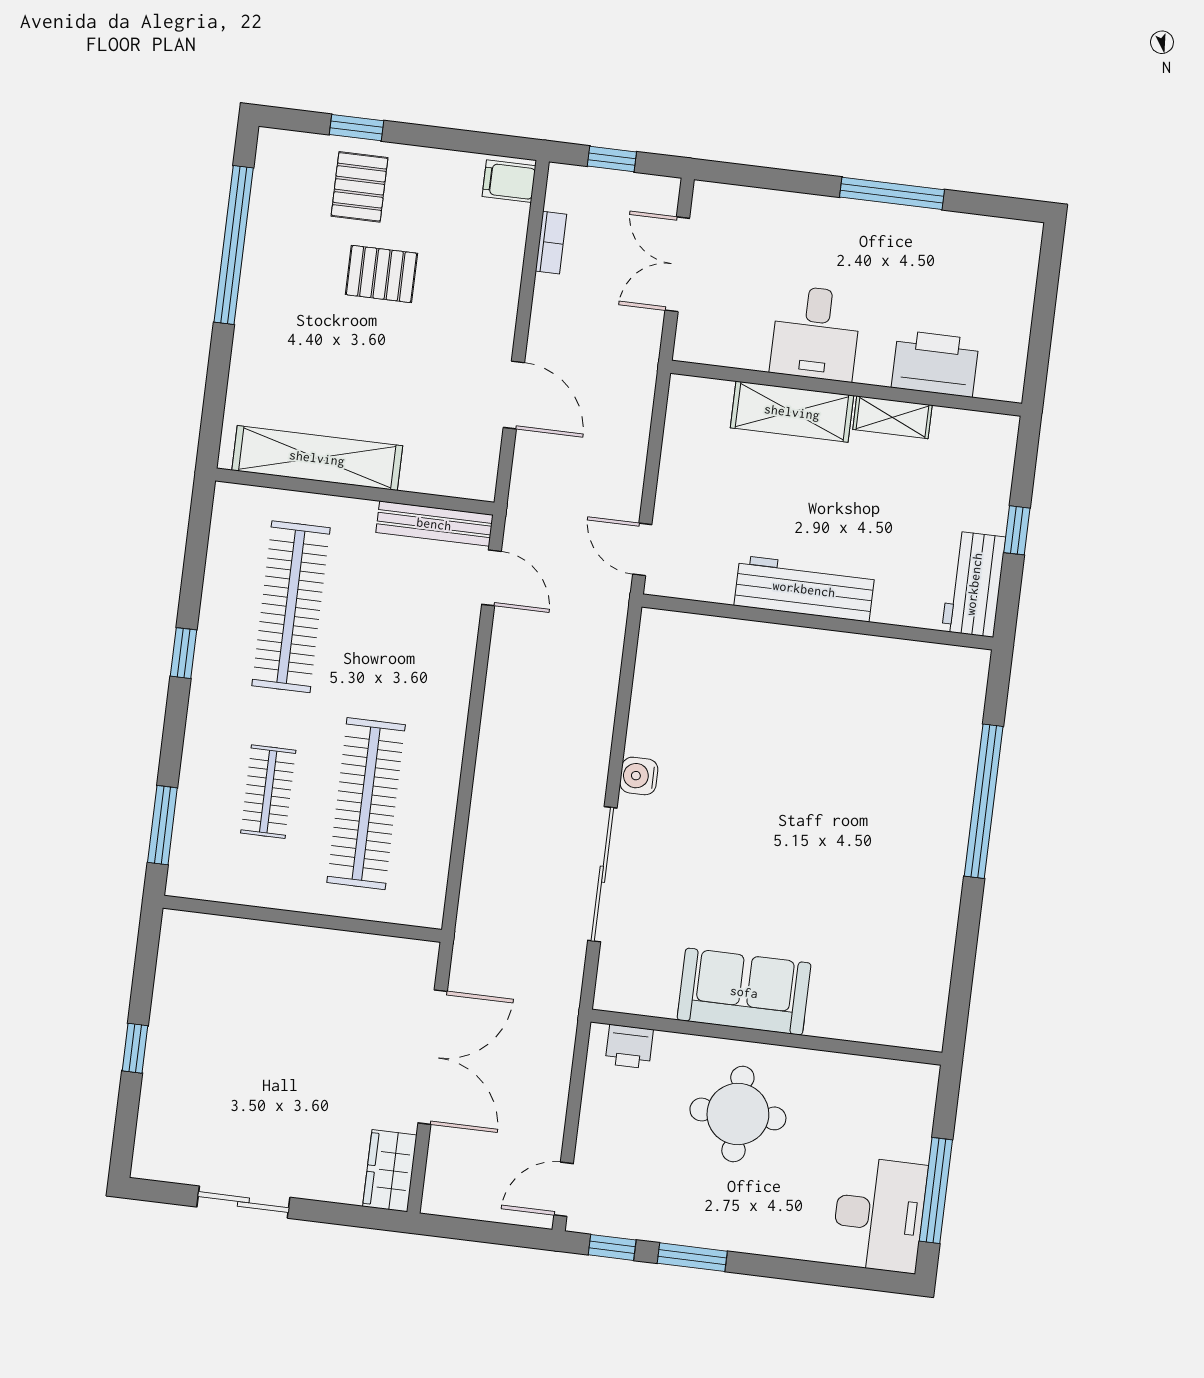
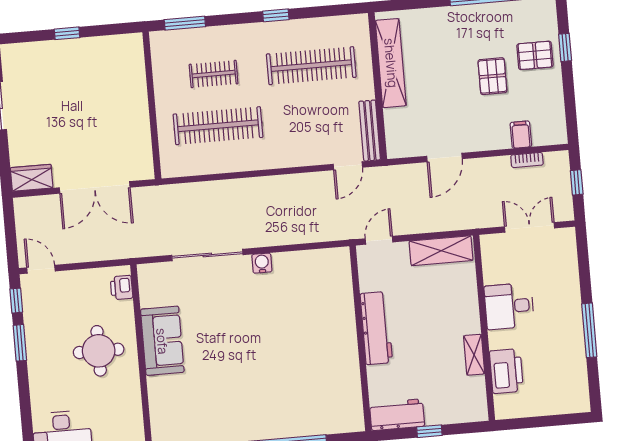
filing cabinet: (509, 181) -> (521, 135), moved
shelving: (792, 412) -> (441, 251), moved, turned 90

